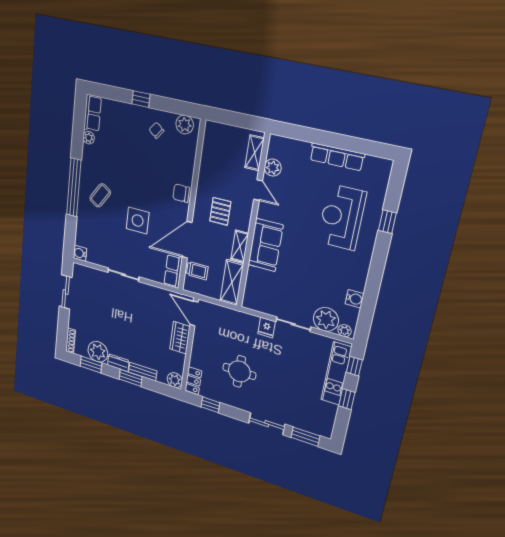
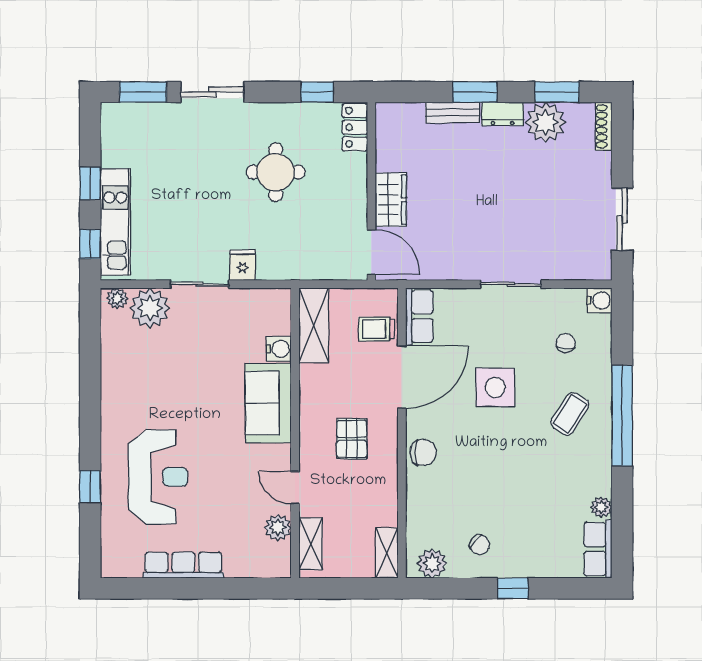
chair: (99, 235) -> (566, 343), added
shelving: (240, 246) -> (387, 553), moved
water cooler: (355, 299) -> (279, 349), moved, turned 180
plant: (175, 380) -> (389, 116), removed

